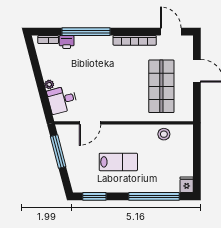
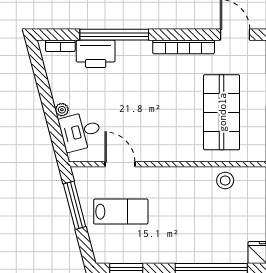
printer: (67, 42) -> (96, 54), width x1.87, depth x1.48
door: (90, 123) -> (120, 164), swing flipped
lab bench: (118, 162) -> (121, 212), moved

